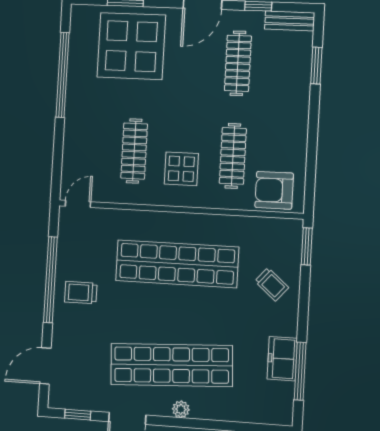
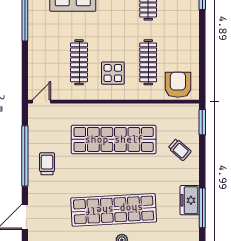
armchair: (274, 190) -> (178, 85), turned 90
trolley: (81, 293) -> (47, 164), turned 90

